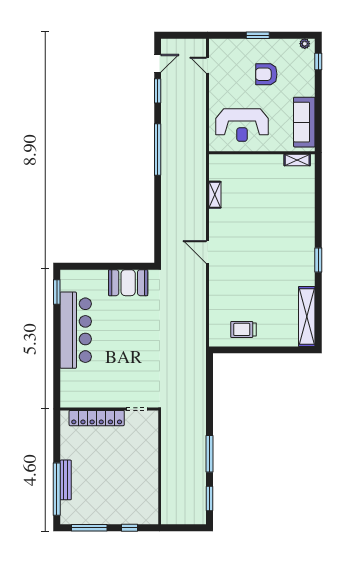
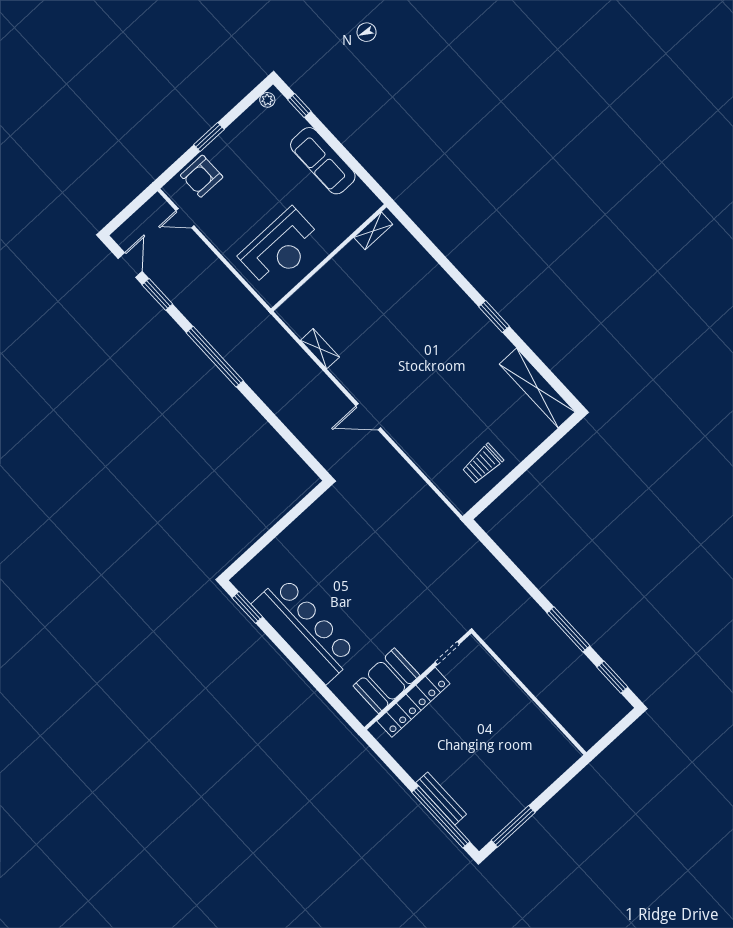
armchair: (266, 74) -> (202, 176), moved
sofa: (304, 122) -> (323, 161), moved
booth: (128, 283) -> (387, 681), moved
window: (130, 528) -> (556, 787), removed

